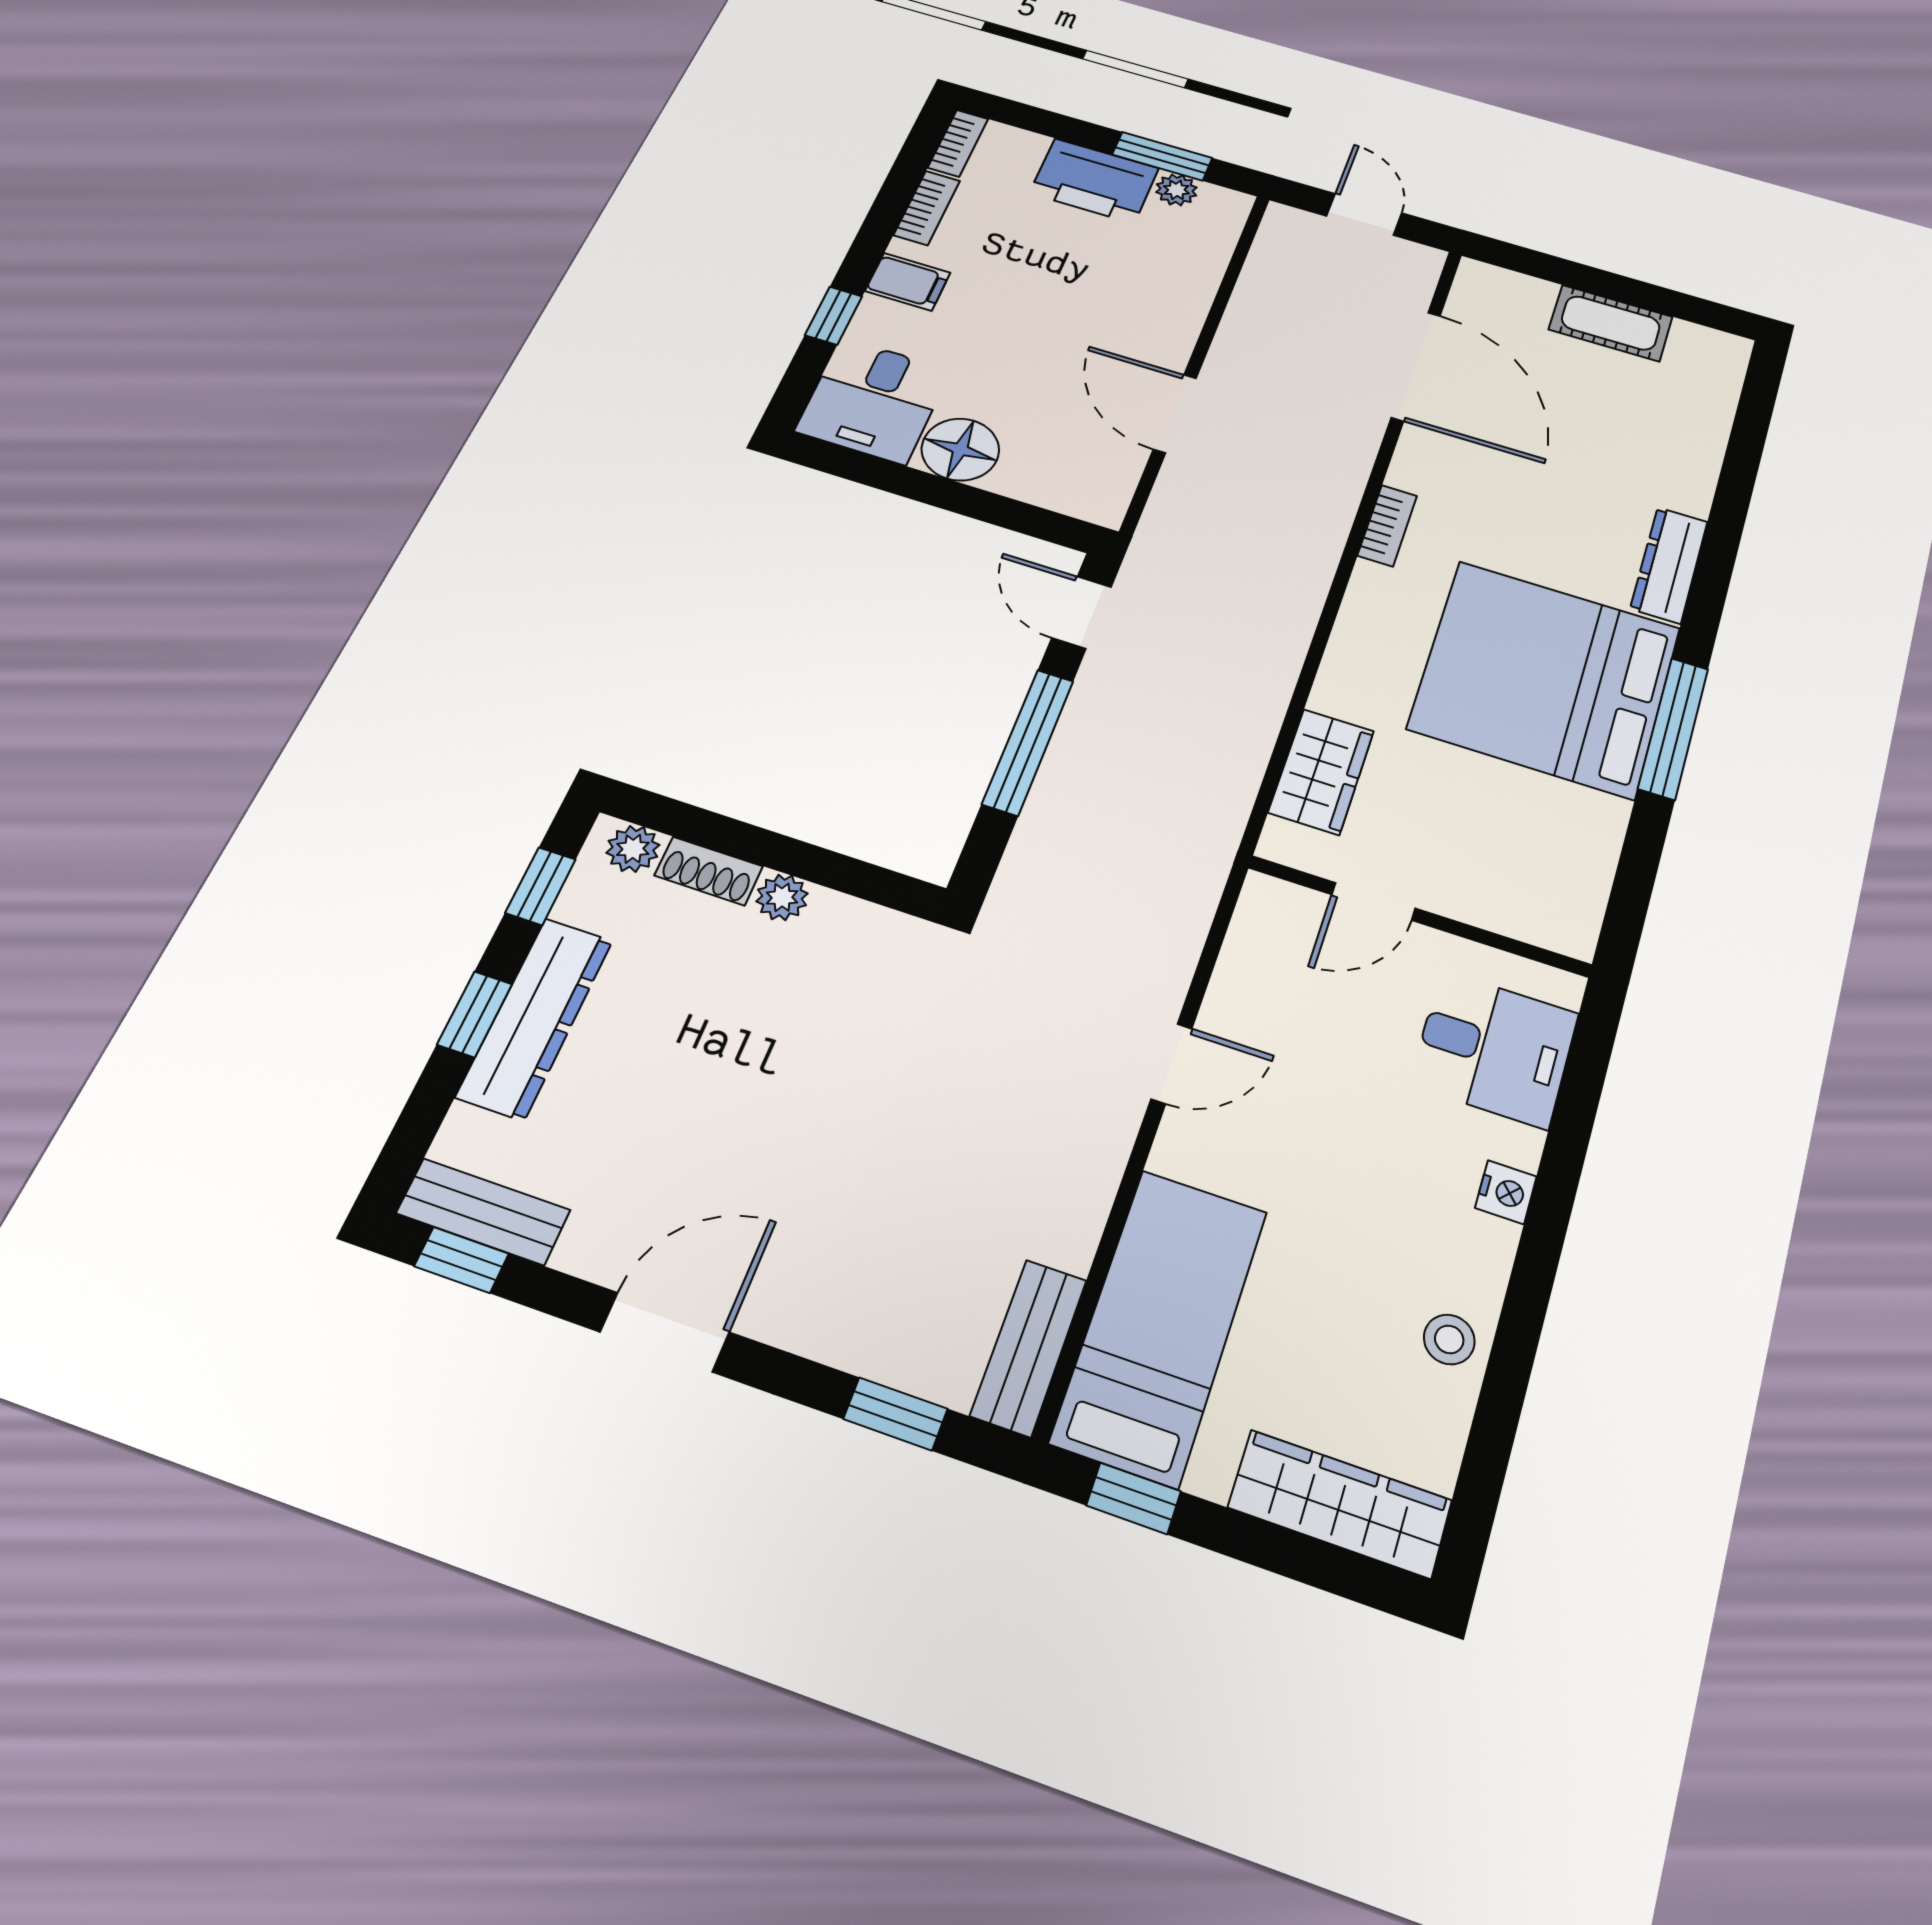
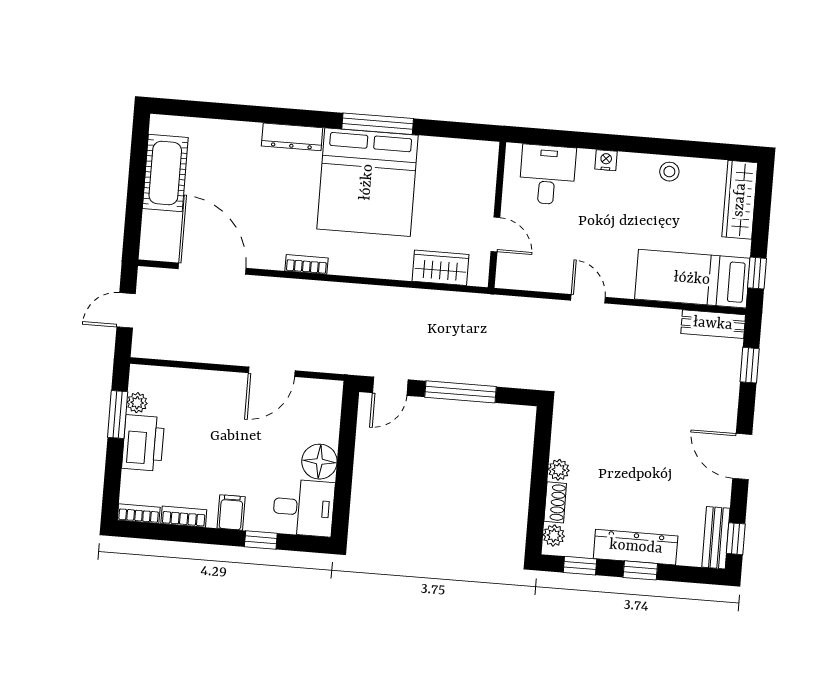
cot: (1611, 323) -> (165, 173), width x1.37, depth x1.34
door: (1416, 366) -> (212, 269), hinge flipped

